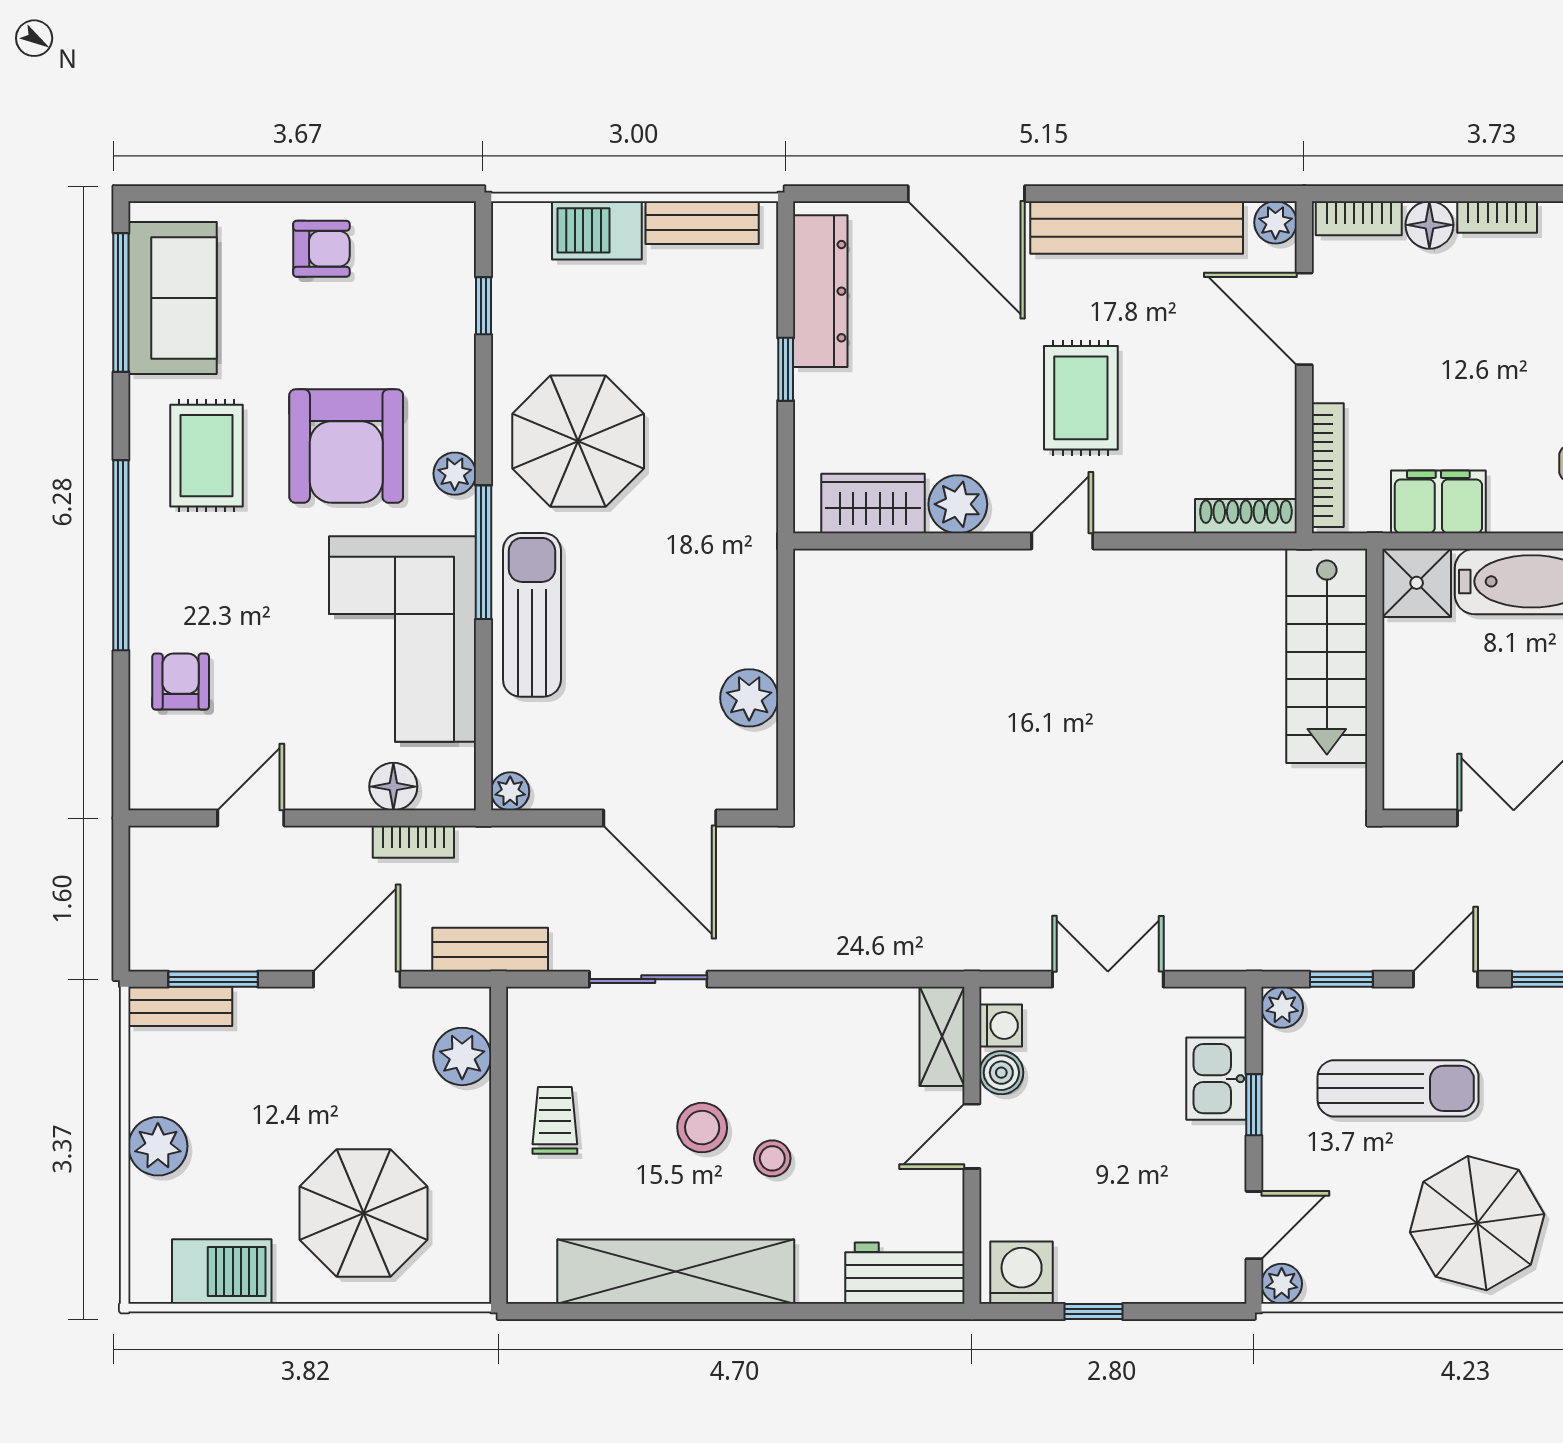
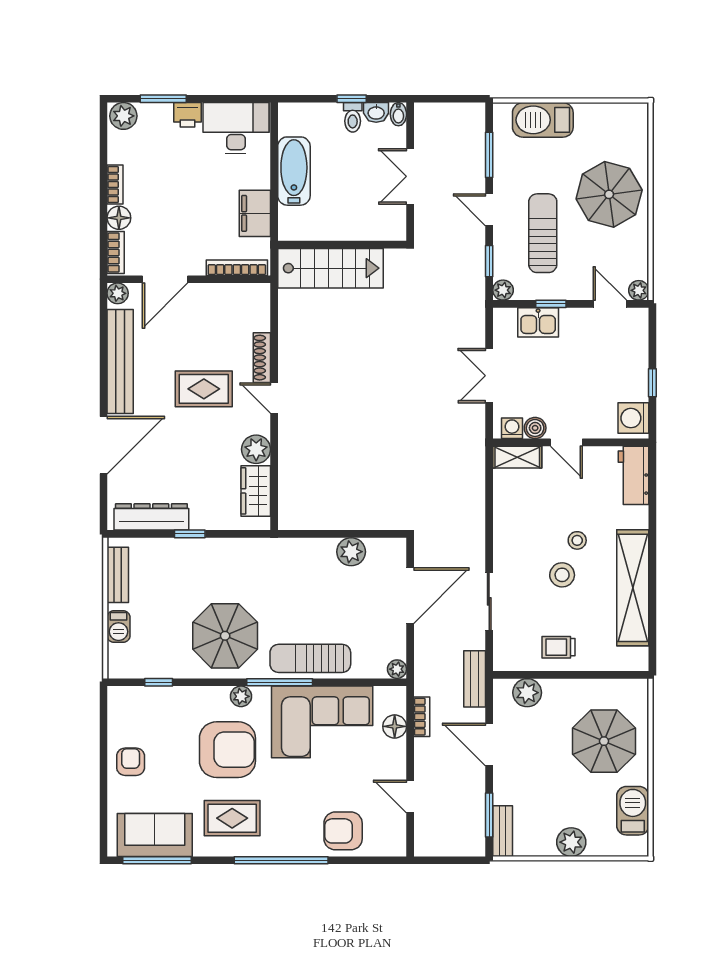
barbecue: (597, 230) -> (119, 627), width x0.73, depth x0.79
shoe rack: (1246, 516) -> (262, 358), moved
shower: (1417, 583) -> (295, 224), removed
armchair: (181, 682) -> (343, 831), width x1.38, depth x1.38

